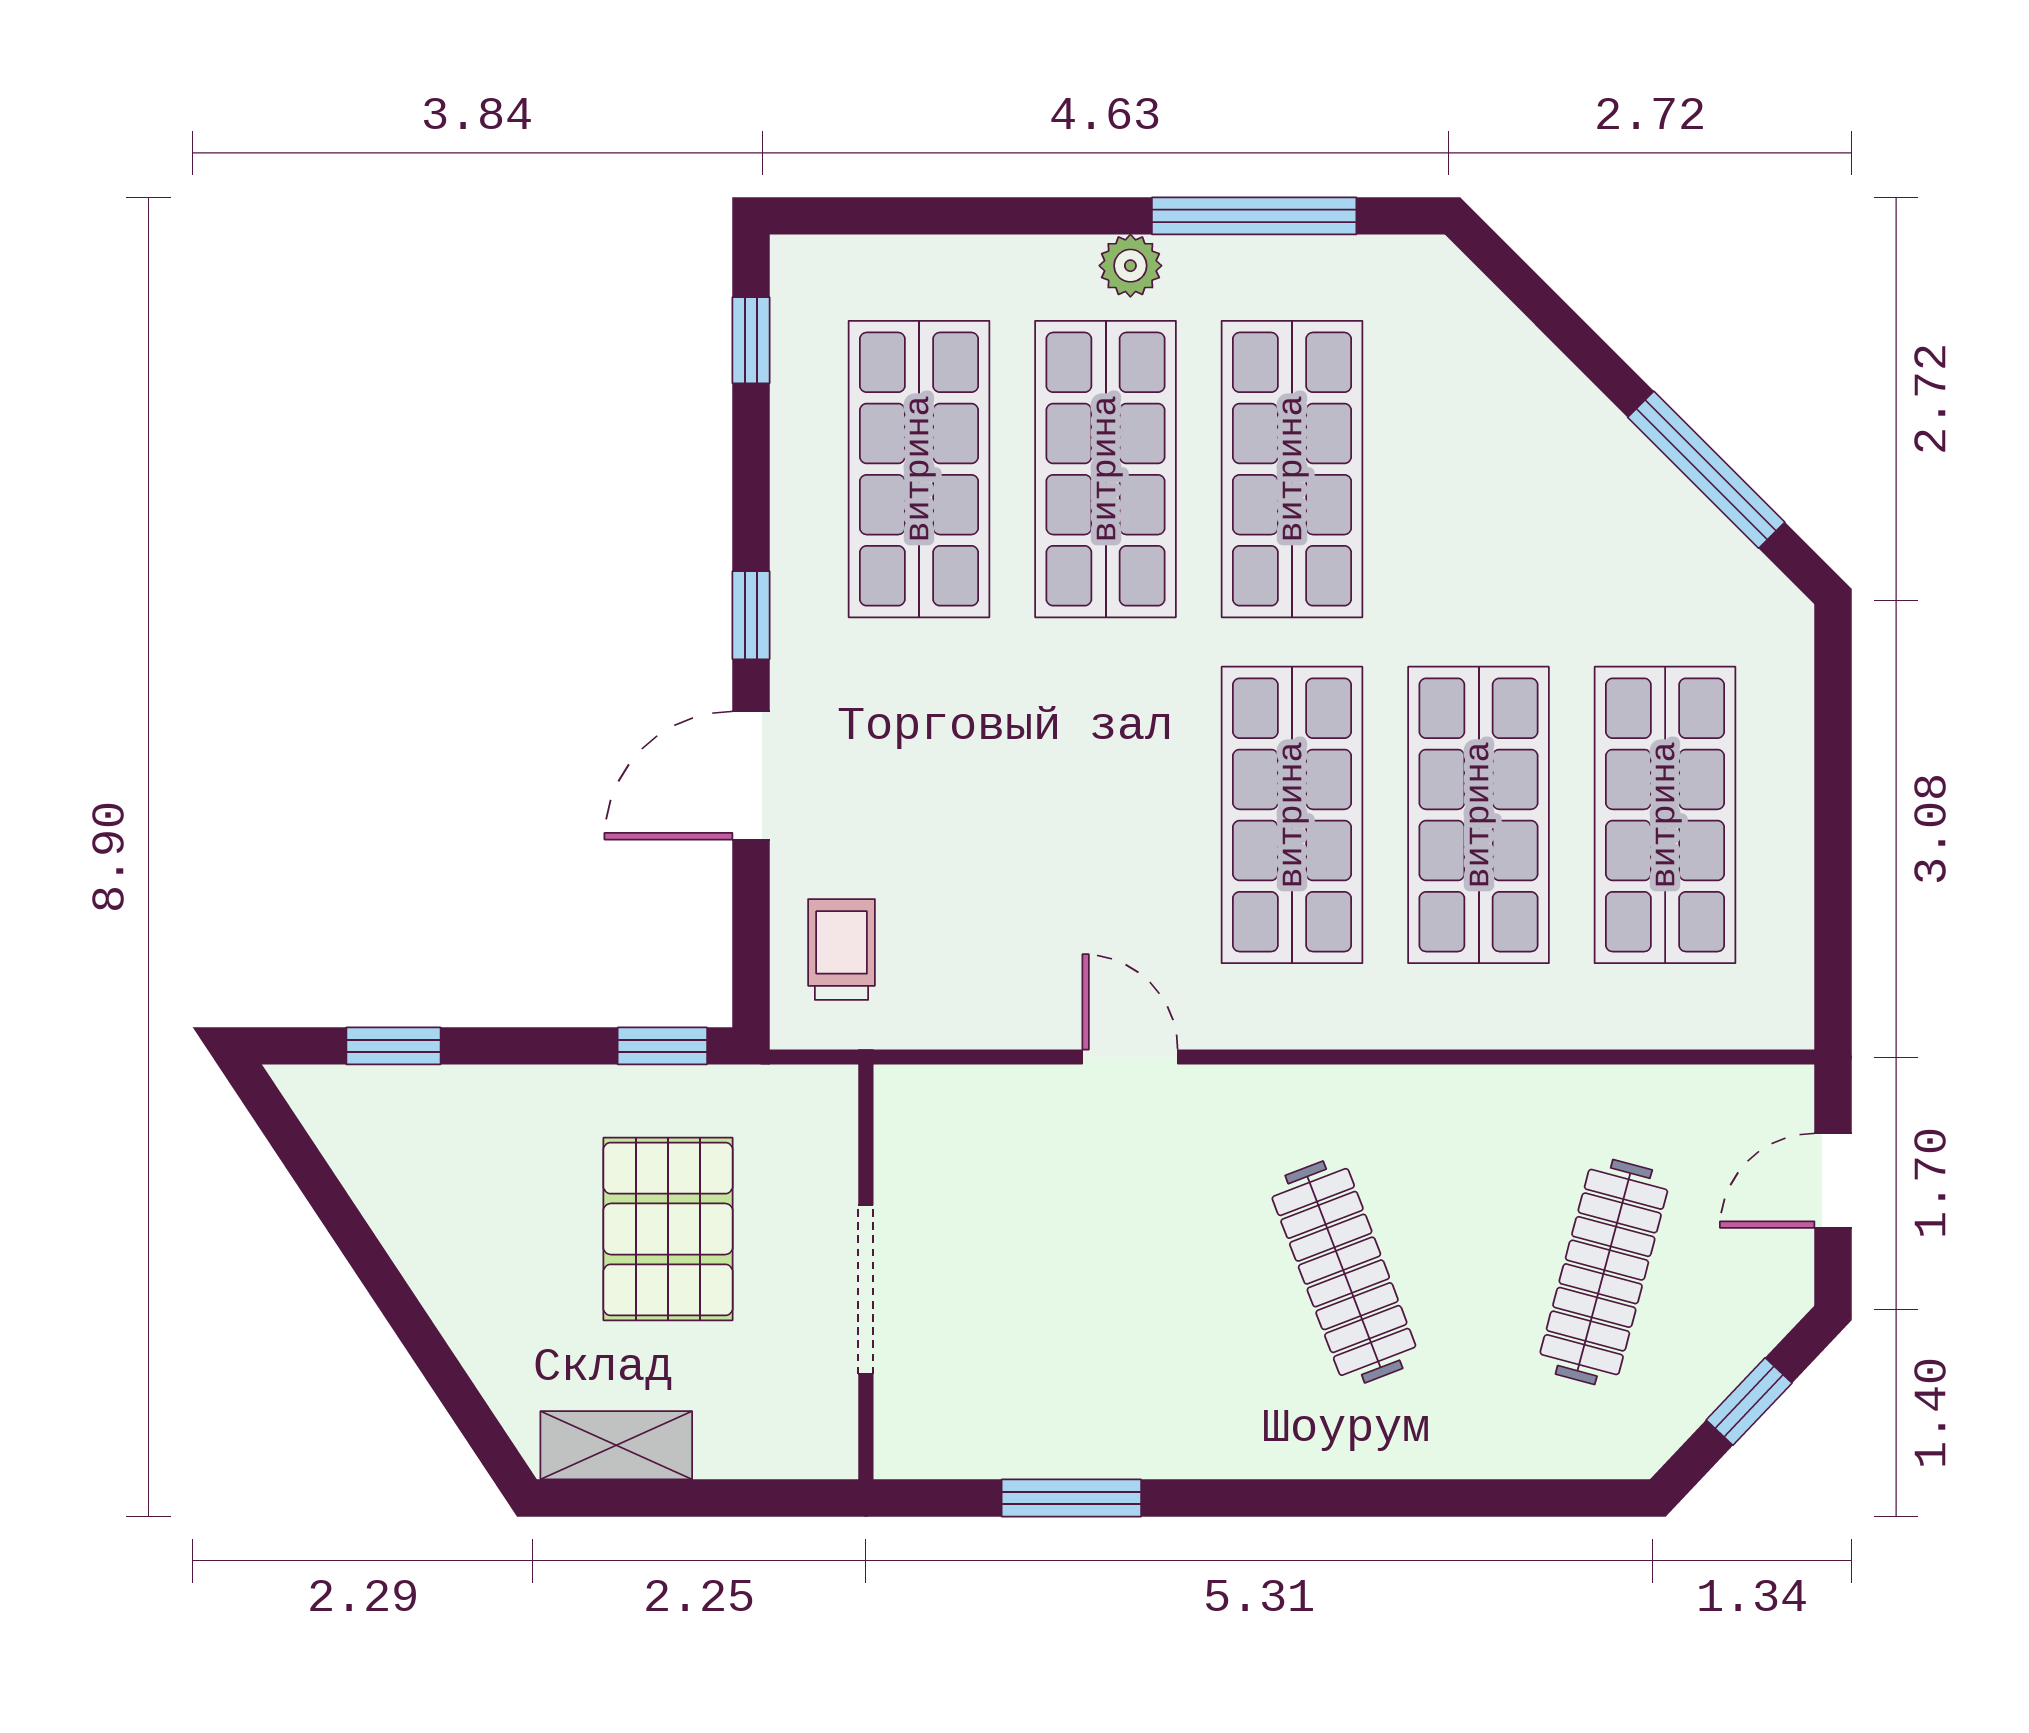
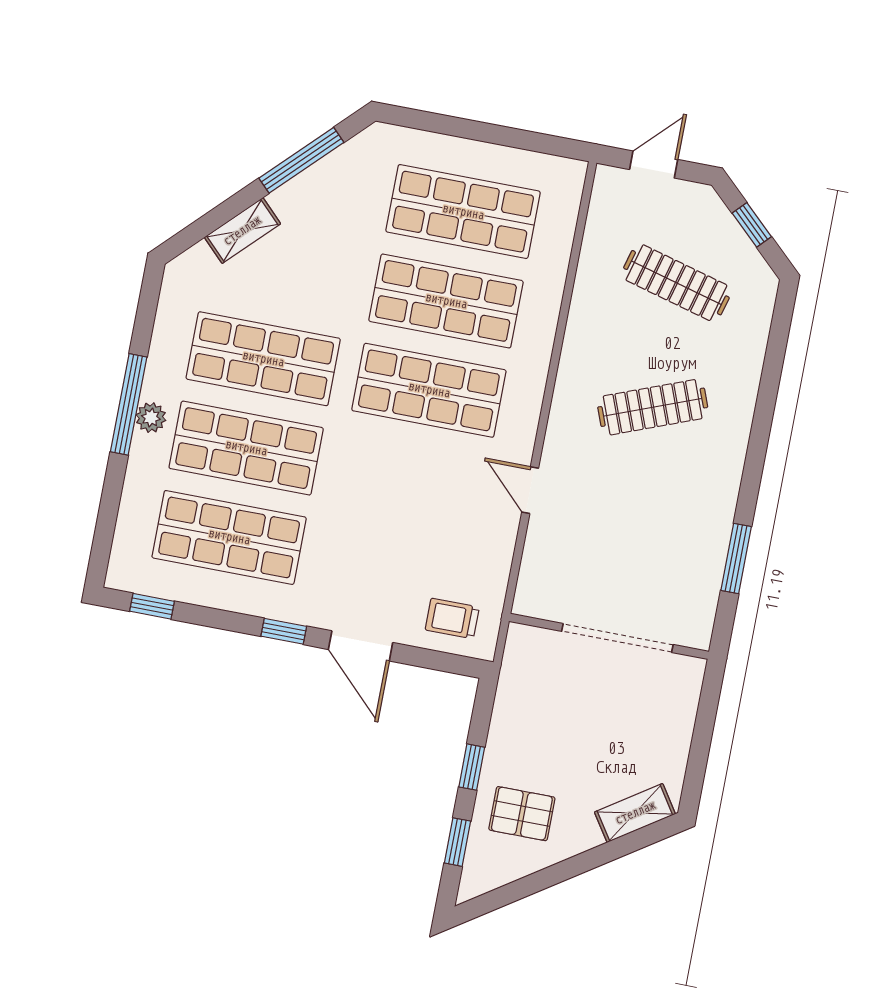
window: (1254, 216) -> (129, 404), moved
shelving: (1542, 378) -> (242, 231), added
window: (662, 1046) -> (472, 767), moved
door: (1130, 1057) -> (530, 490), hinge flipped
door: (1833, 1181) -> (654, 165), swing flipped
pallet: (668, 1229) -> (522, 814), moved, width x0.67, depth x0.71
doorway: (866, 1290) -> (617, 638), width x1.36
shelving: (616, 1445) -> (635, 813), moved, turned 56

